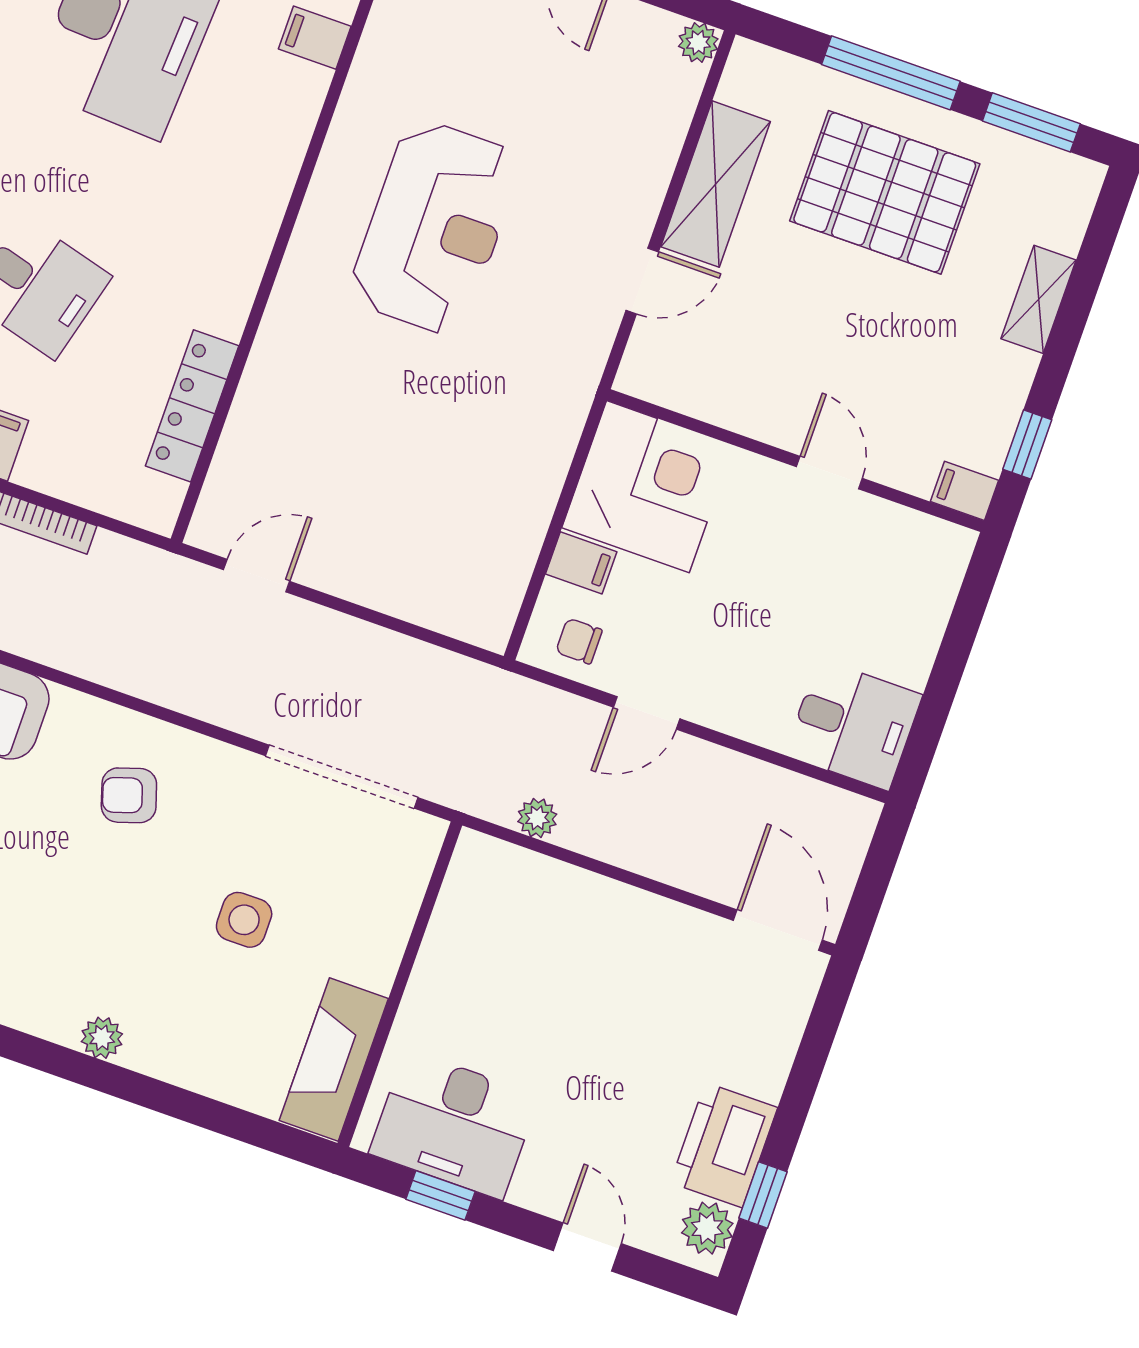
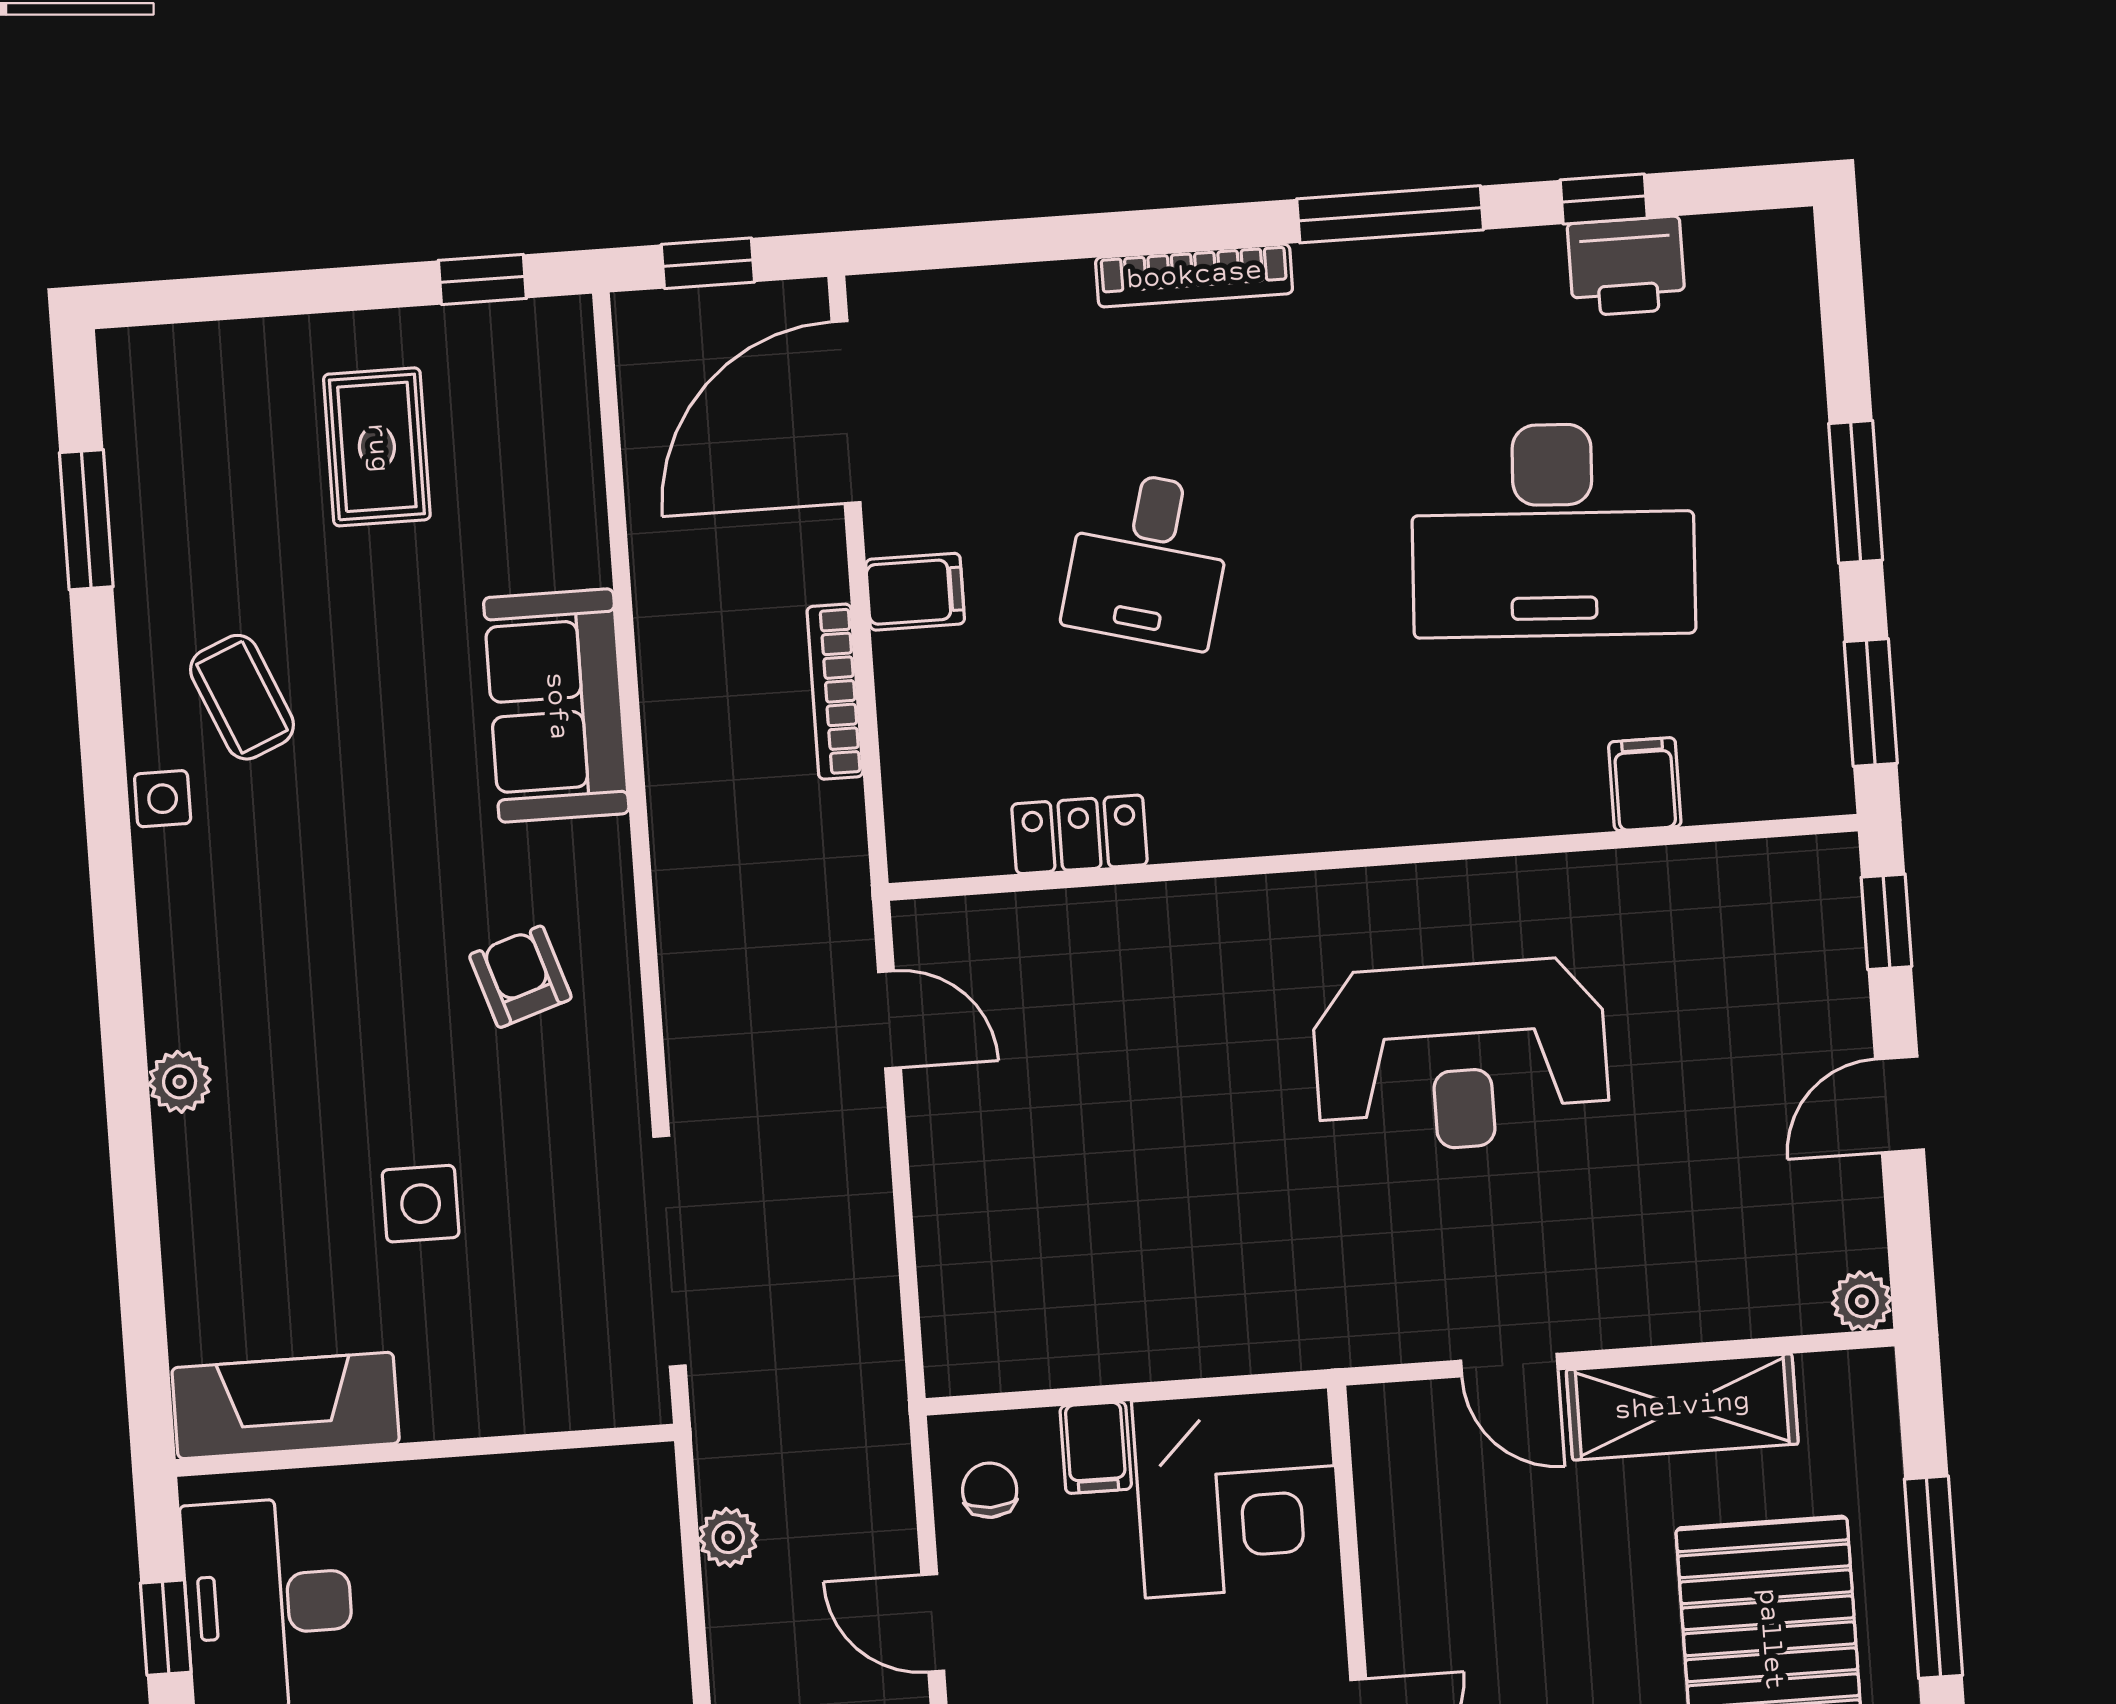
locker: (192, 406) -> (1080, 834), width x0.66

